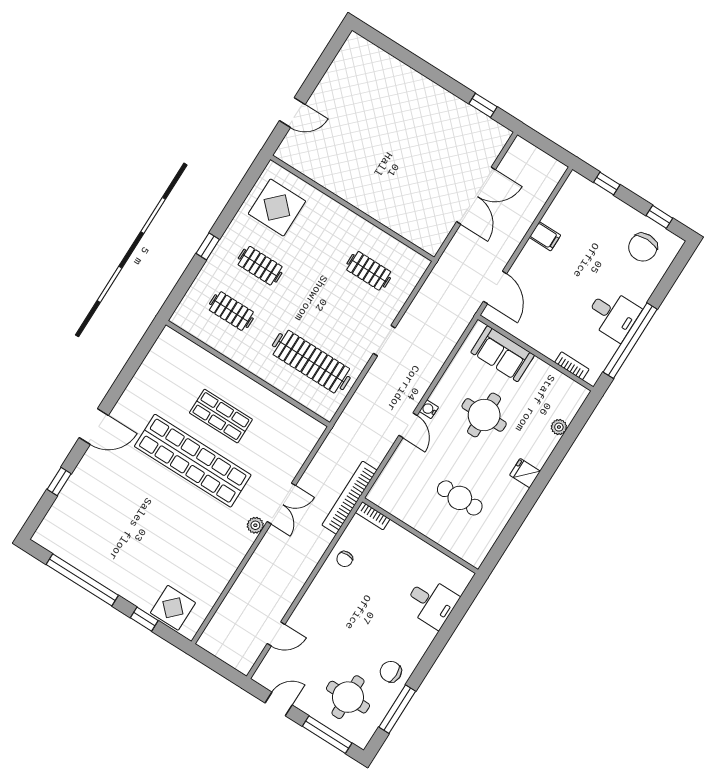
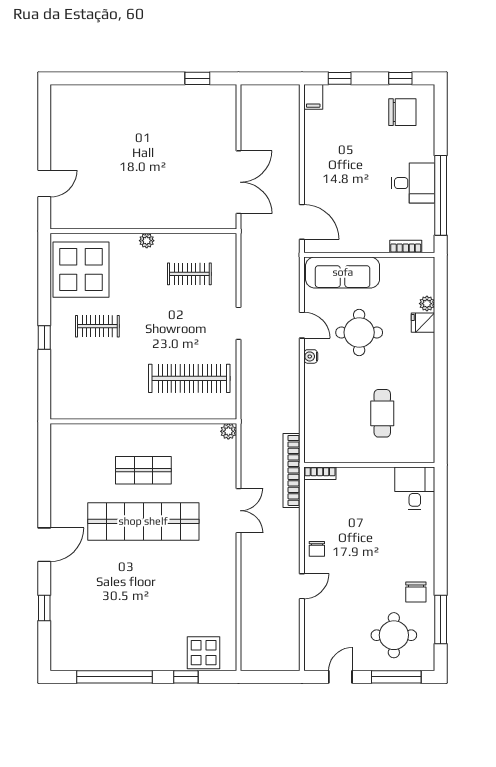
double door: (476, 196) -> (238, 182), moved
display table: (277, 208) -> (81, 270), width x1.36, depth x1.36
plant: (350, 218) -> (147, 241), added
filing cabinet: (545, 236) -> (313, 97), moved, turned 90
chair: (643, 247) -> (402, 112), turned -90
clothes rail: (231, 311) -> (97, 378), removed
sofa: (503, 354) -> (343, 272), width x1.36
door: (408, 425) -> (302, 325), moved
fridge: (525, 473) -> (423, 323), moved
cafe table: (460, 498) -> (382, 413), turned 90
plant: (255, 525) -> (228, 431), moved
chair: (345, 559) -> (317, 549), moved
desk: (431, 602) -> (415, 488), moved, turned -90
door: (276, 634) -> (302, 586), moved
chair: (391, 672) -> (416, 592), turned -90

